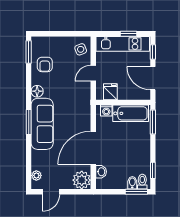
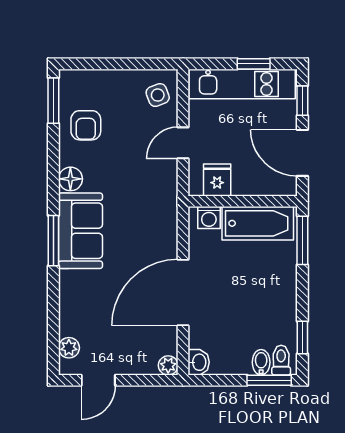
sofa: (42, 124) -> (80, 231), width x0.73
washbasin: (101, 172) -> (199, 362), moved
plant: (82, 180) -> (168, 365), width x0.53, depth x0.53

